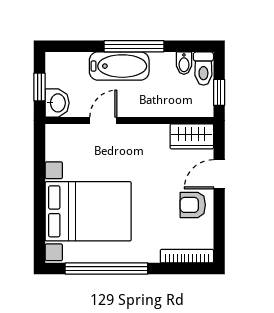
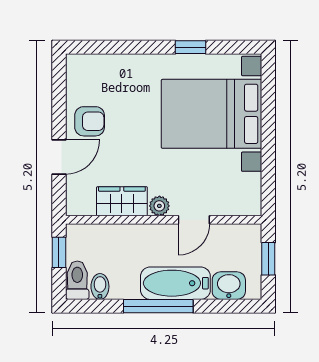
washbasin: (57, 103) -> (229, 286), moved, turned 90
plant: (133, 132) -> (159, 206), added
wardrobe: (192, 136) -> (122, 201), moved
bookcase: (187, 256) -> (97, 62), removed
window: (106, 269) -> (190, 47), width x0.32

